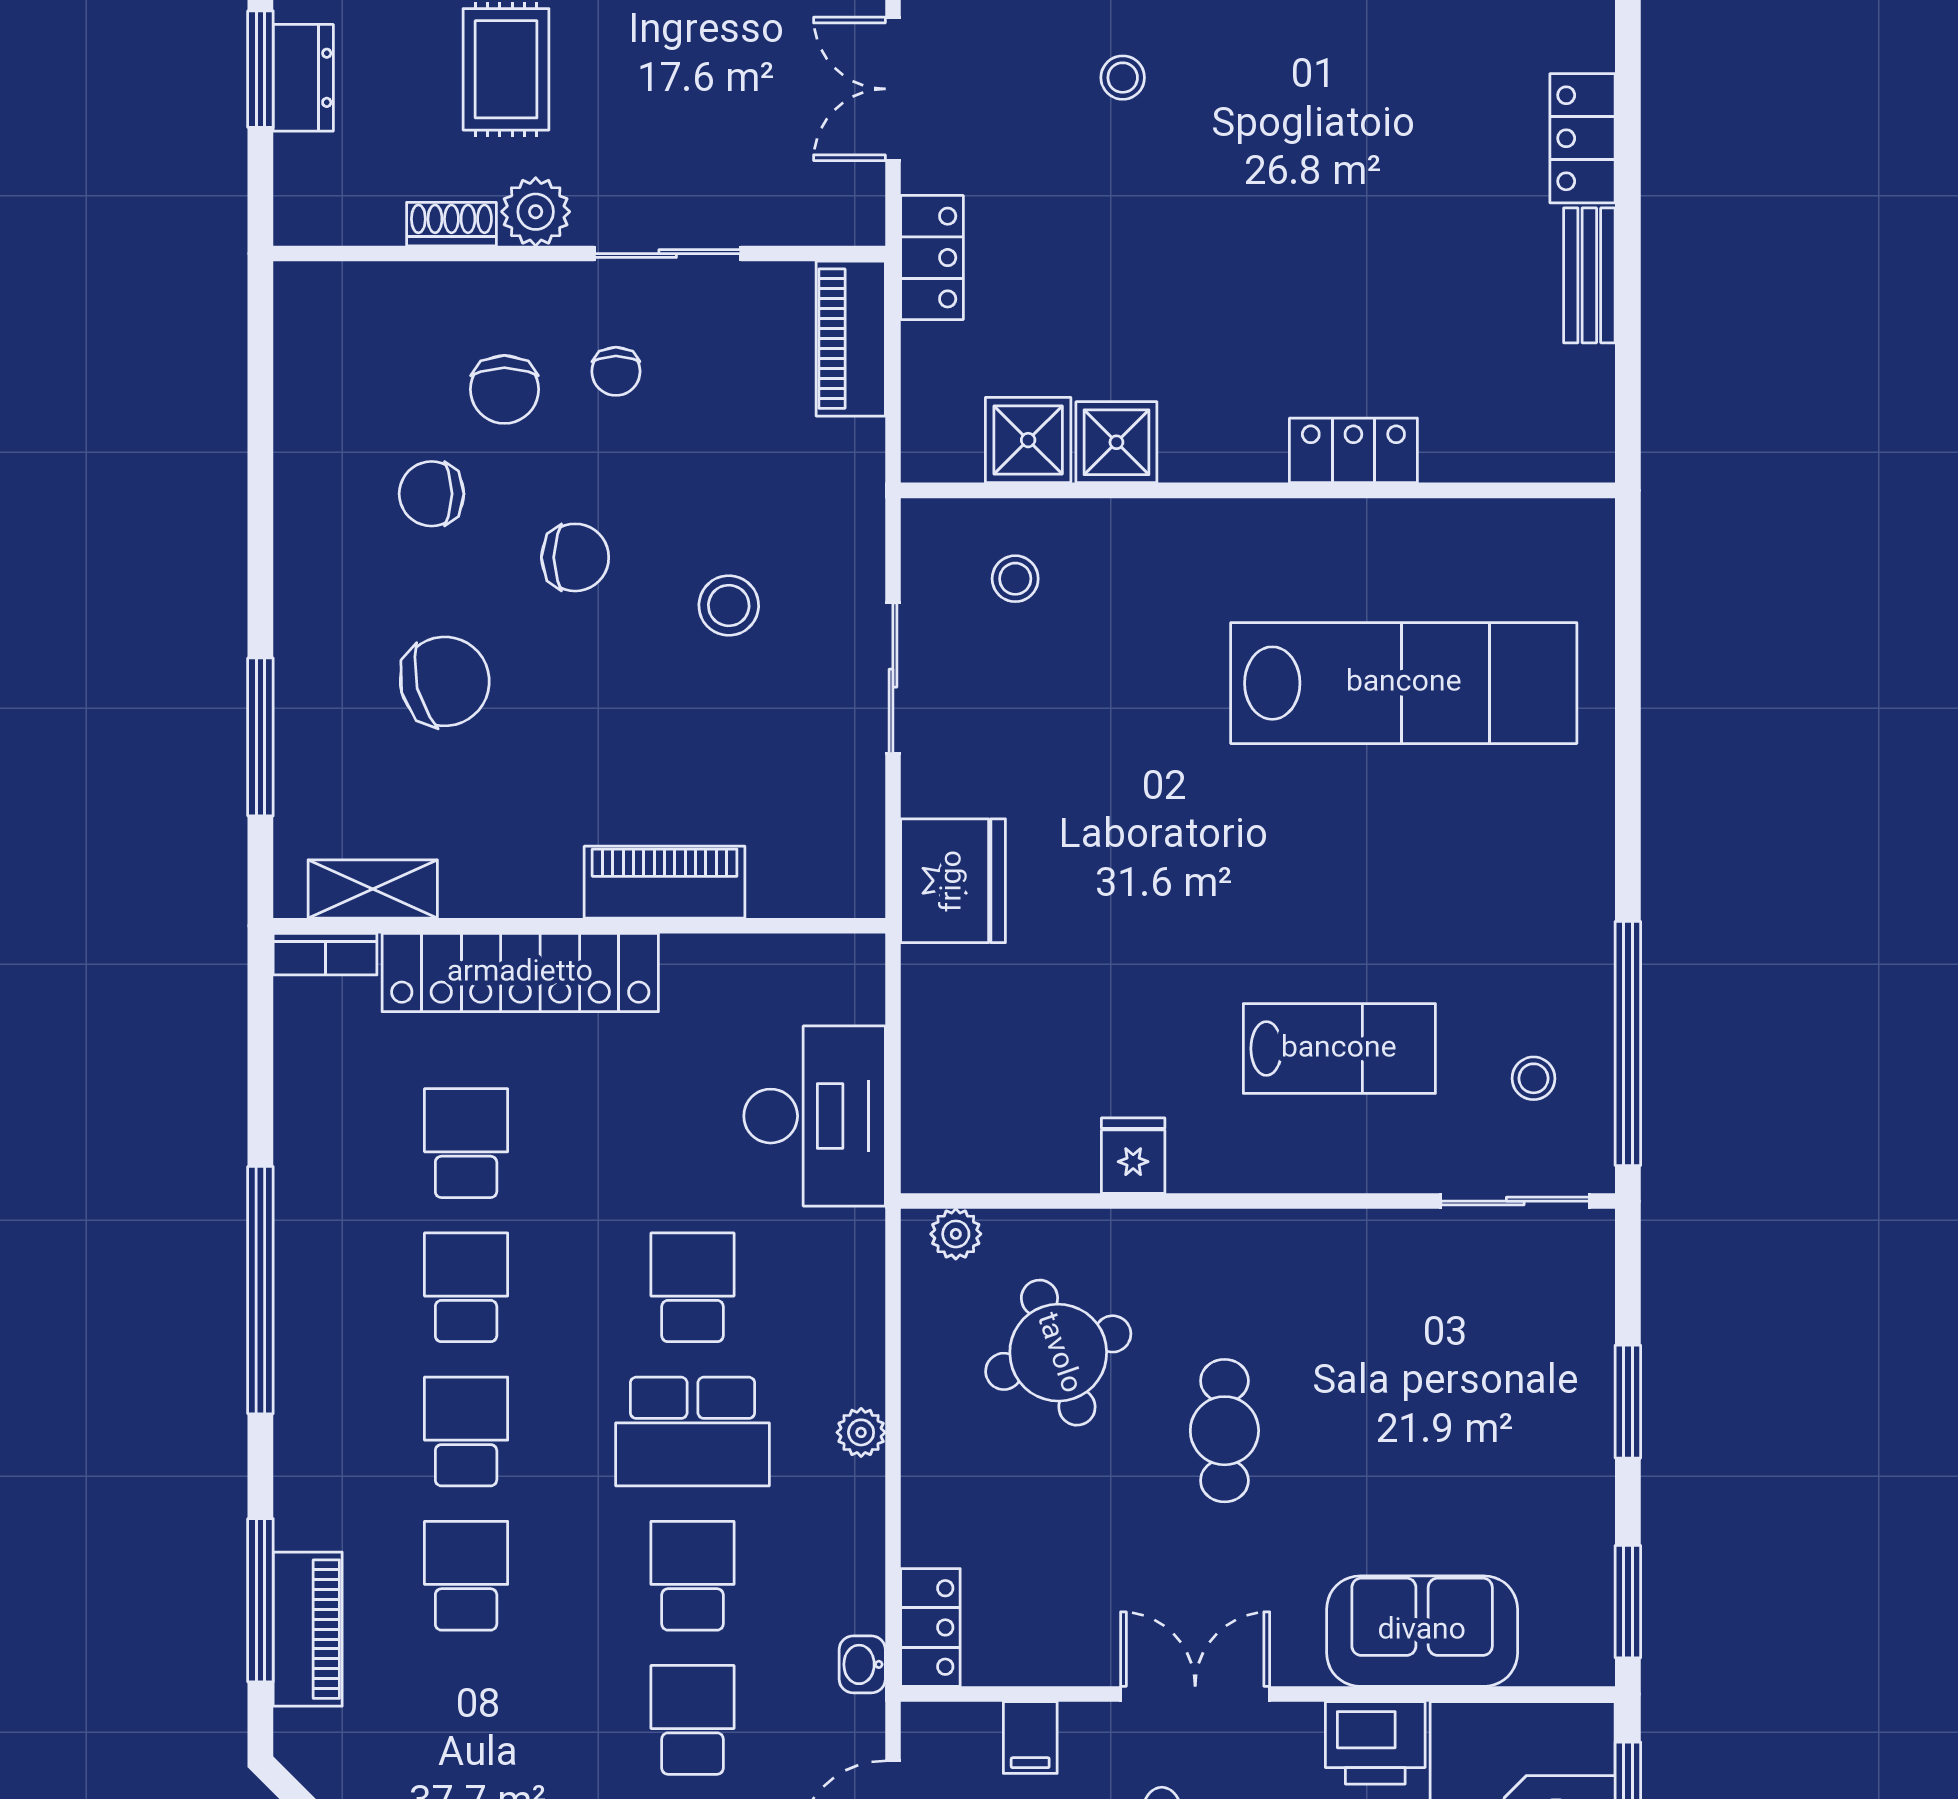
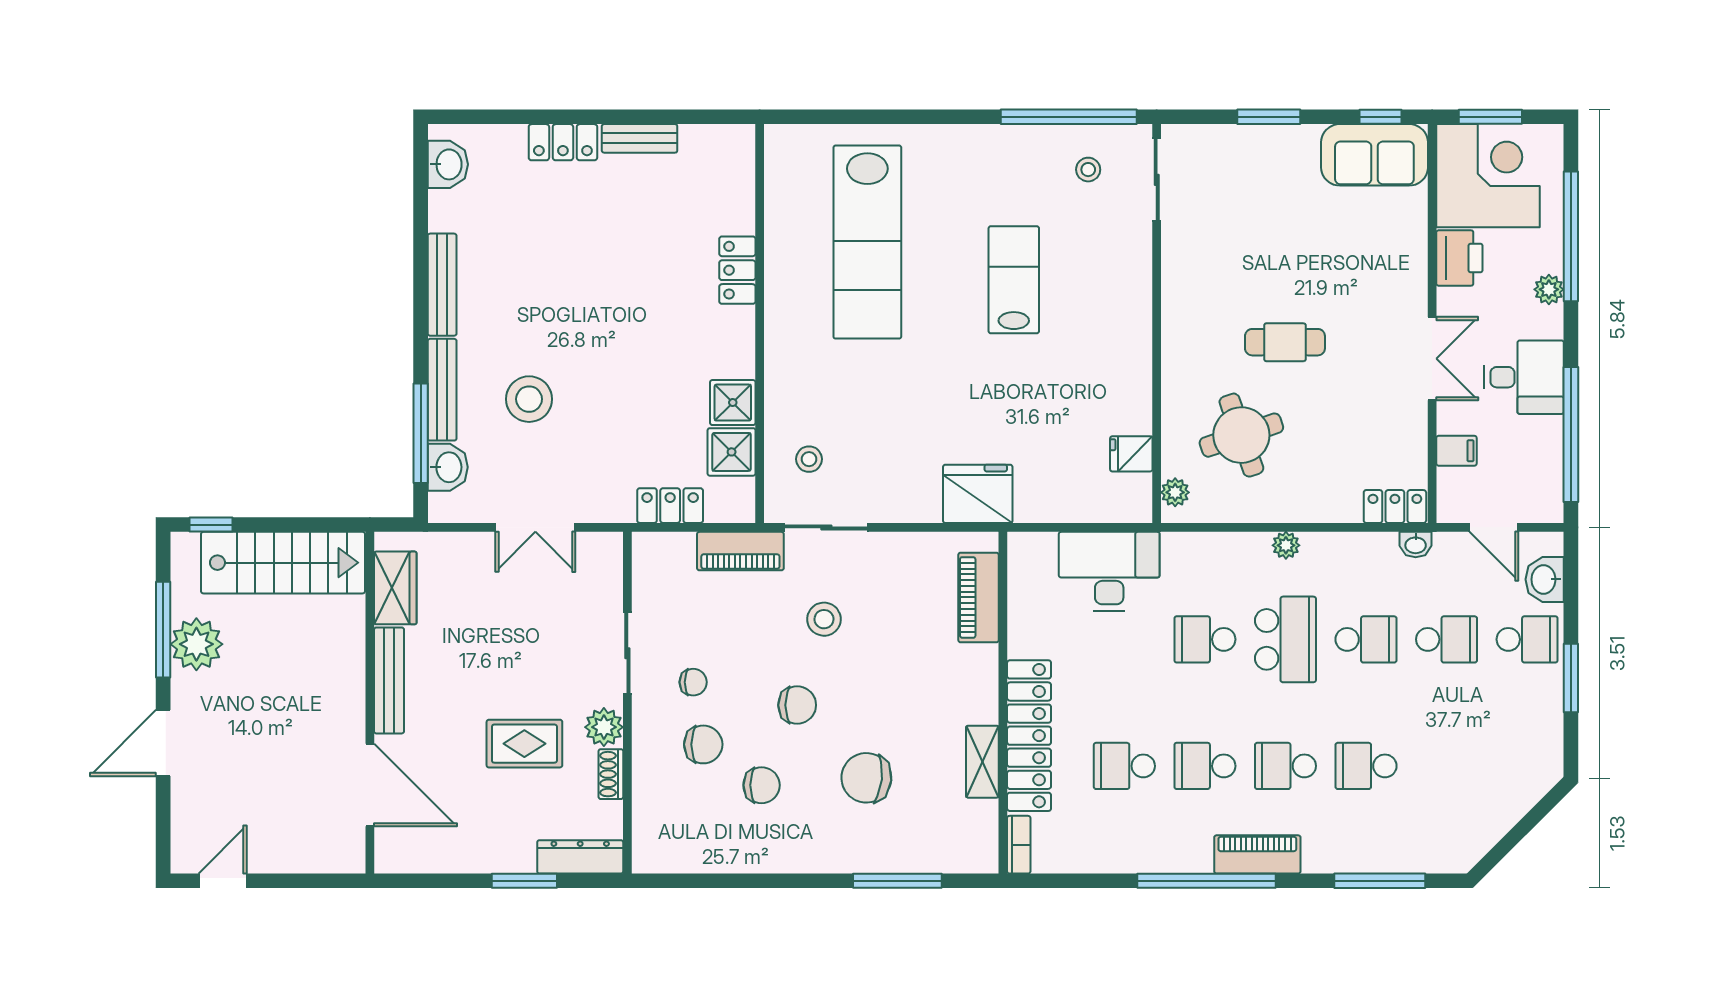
dresser: (303, 78) -> (580, 857), moved, width x1.44
stool: (1123, 78) -> (529, 399), width x1.89, depth x1.89
locker: (932, 258) -> (670, 506), moved
piano: (851, 339) -> (740, 551), moved
chair: (432, 494) -> (762, 785), turned -90
chair: (575, 557) -> (797, 705), turned 90
sliding door: (893, 678) -> (826, 527), moved
chair: (445, 681) -> (866, 778), turned -70
lab bench: (1404, 683) -> (867, 242), turned 180
piano: (665, 882) -> (979, 597), moved
shelving: (373, 889) -> (982, 762), moved
lab bench: (1339, 1049) -> (1014, 280), moved
fridge: (1133, 1156) -> (1131, 454), moved
school desk: (692, 1576) -> (1366, 639), turned 180
window: (1628, 1602) -> (1381, 117), width x0.67
piano: (308, 1629) -> (1257, 854), moved
sofa: (1422, 1631) -> (1374, 155), moved, turned -90
double door: (1195, 1694) -> (1432, 359), swing flipped
school desk: (692, 1720) -> (1447, 639), turned 180

